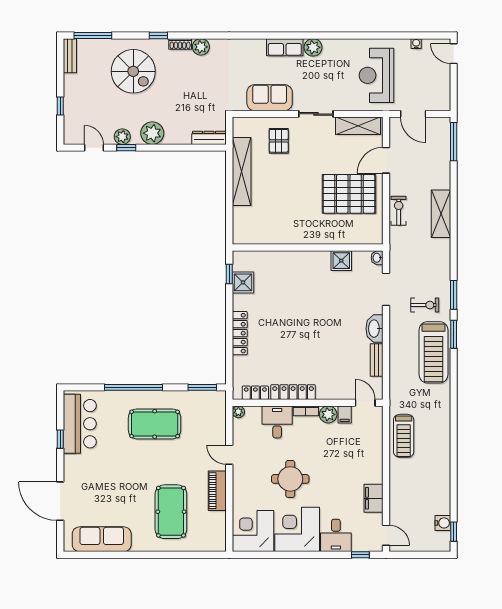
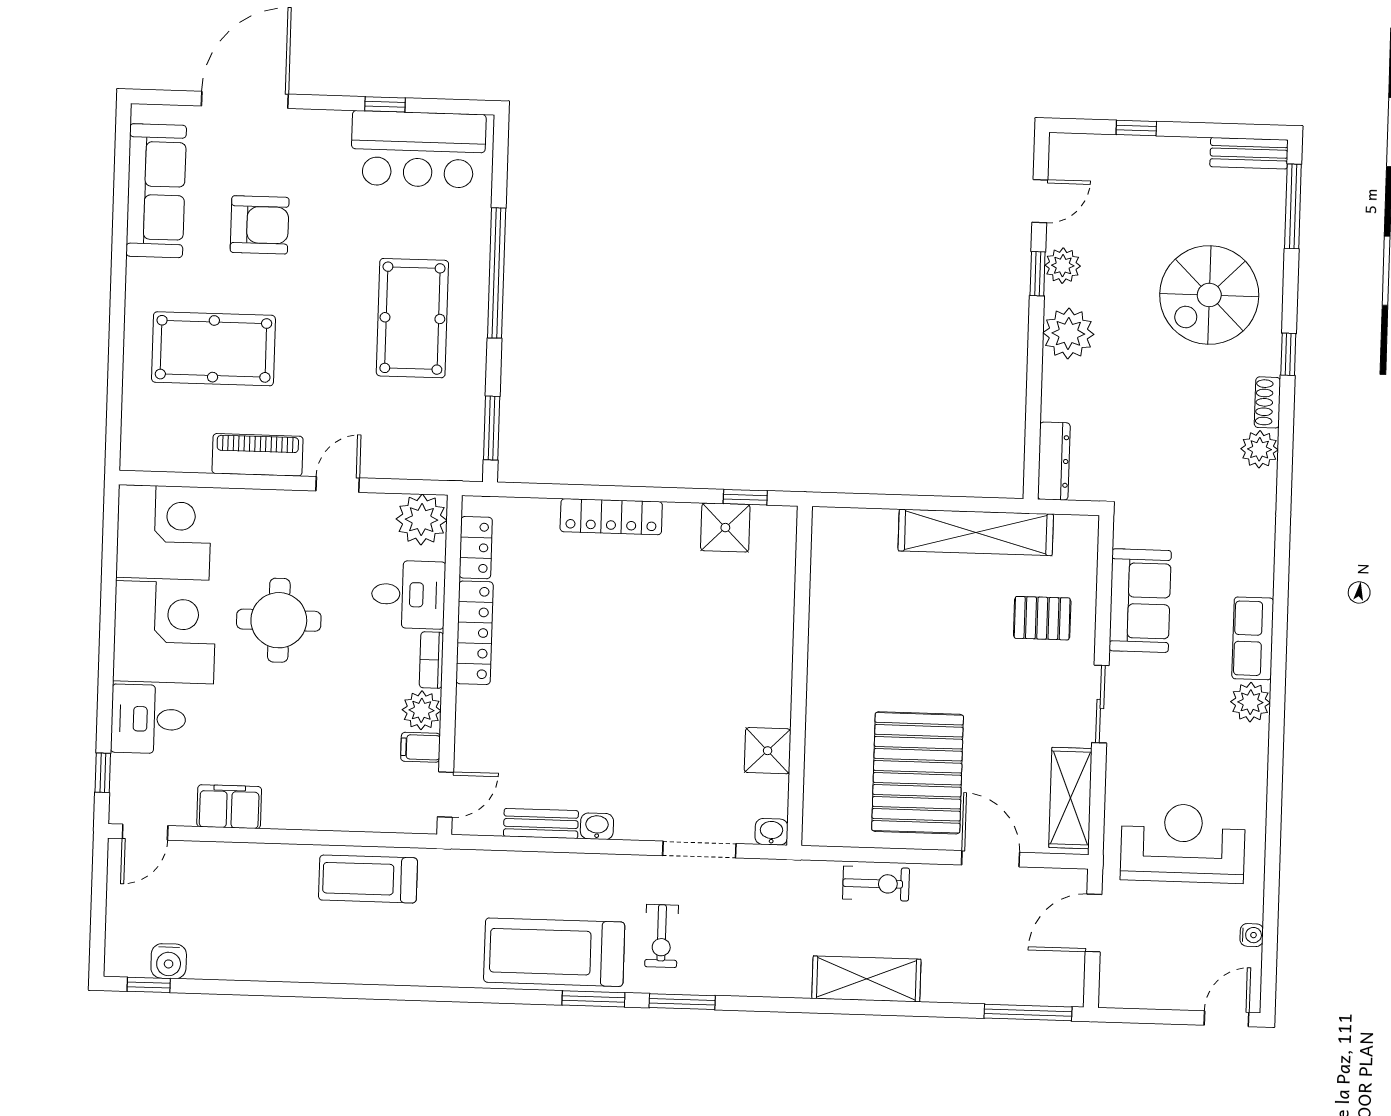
washbasin: (374, 329) -> (597, 826), width x0.52, depth x0.69
plant: (238, 412) -> (422, 520), width x1.87, depth x1.87
armchair: (115, 493) -> (260, 225), added

